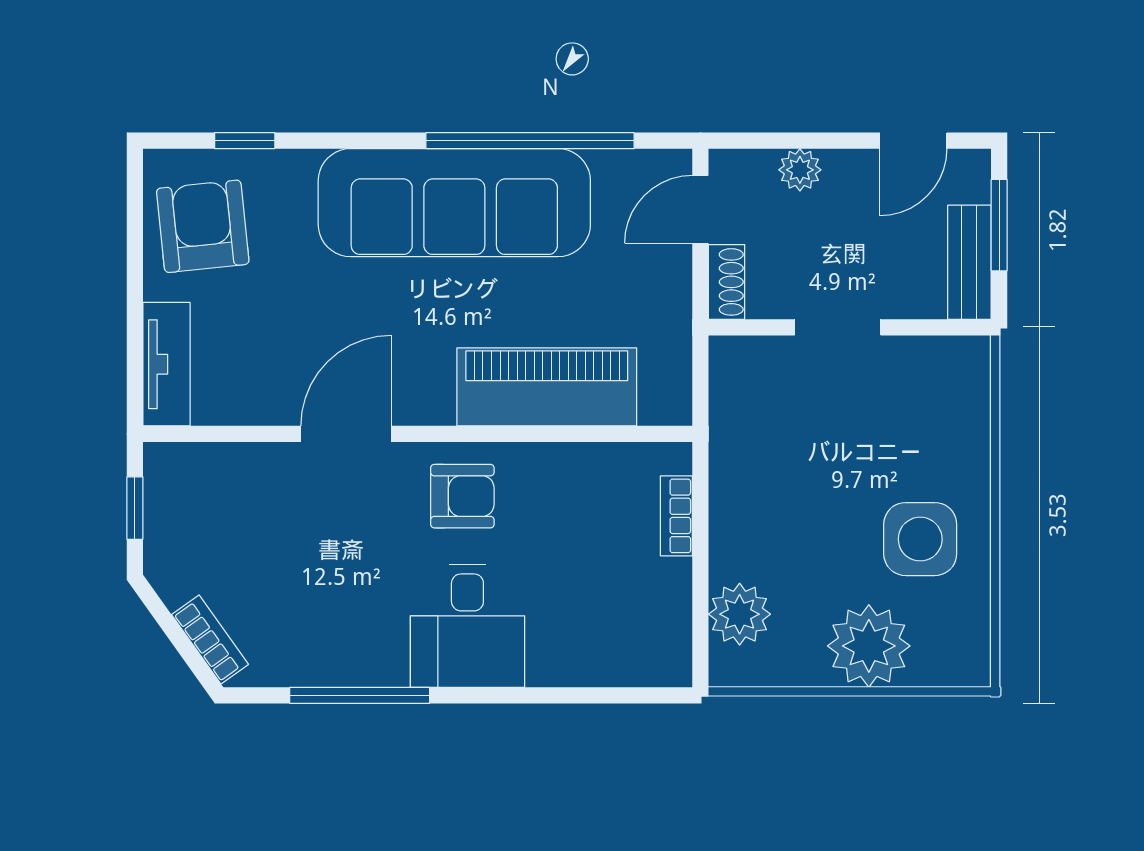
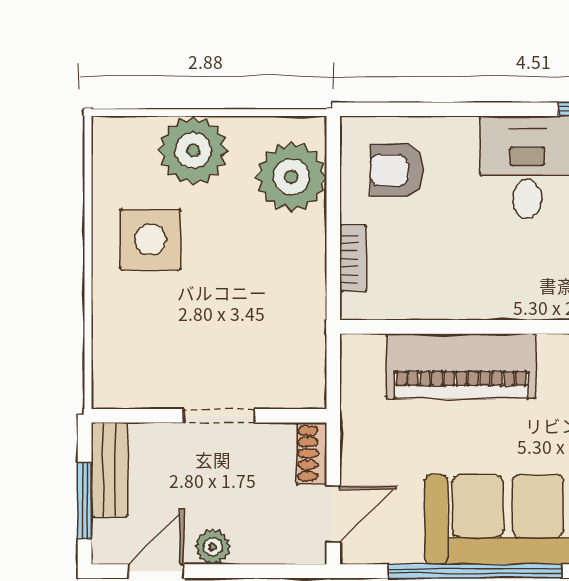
plant: (800, 170) -> (213, 547), moved
armchair: (462, 496) -> (397, 170), moved
plant: (740, 614) -> (291, 177), width x1.36, depth x1.36

